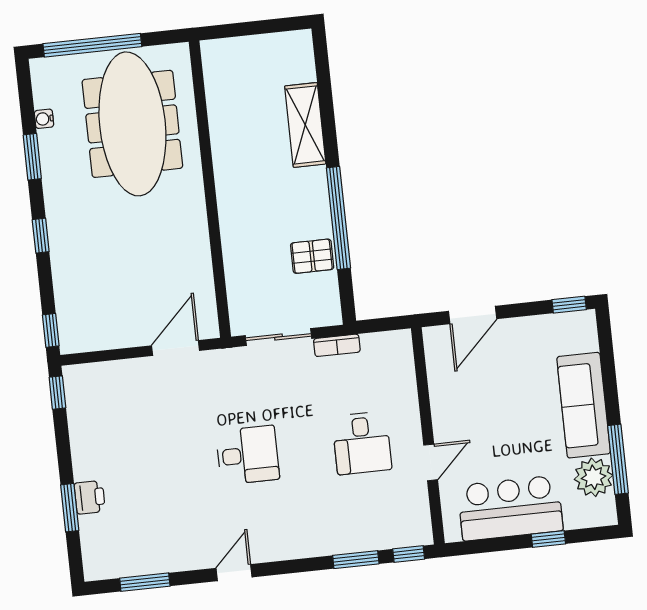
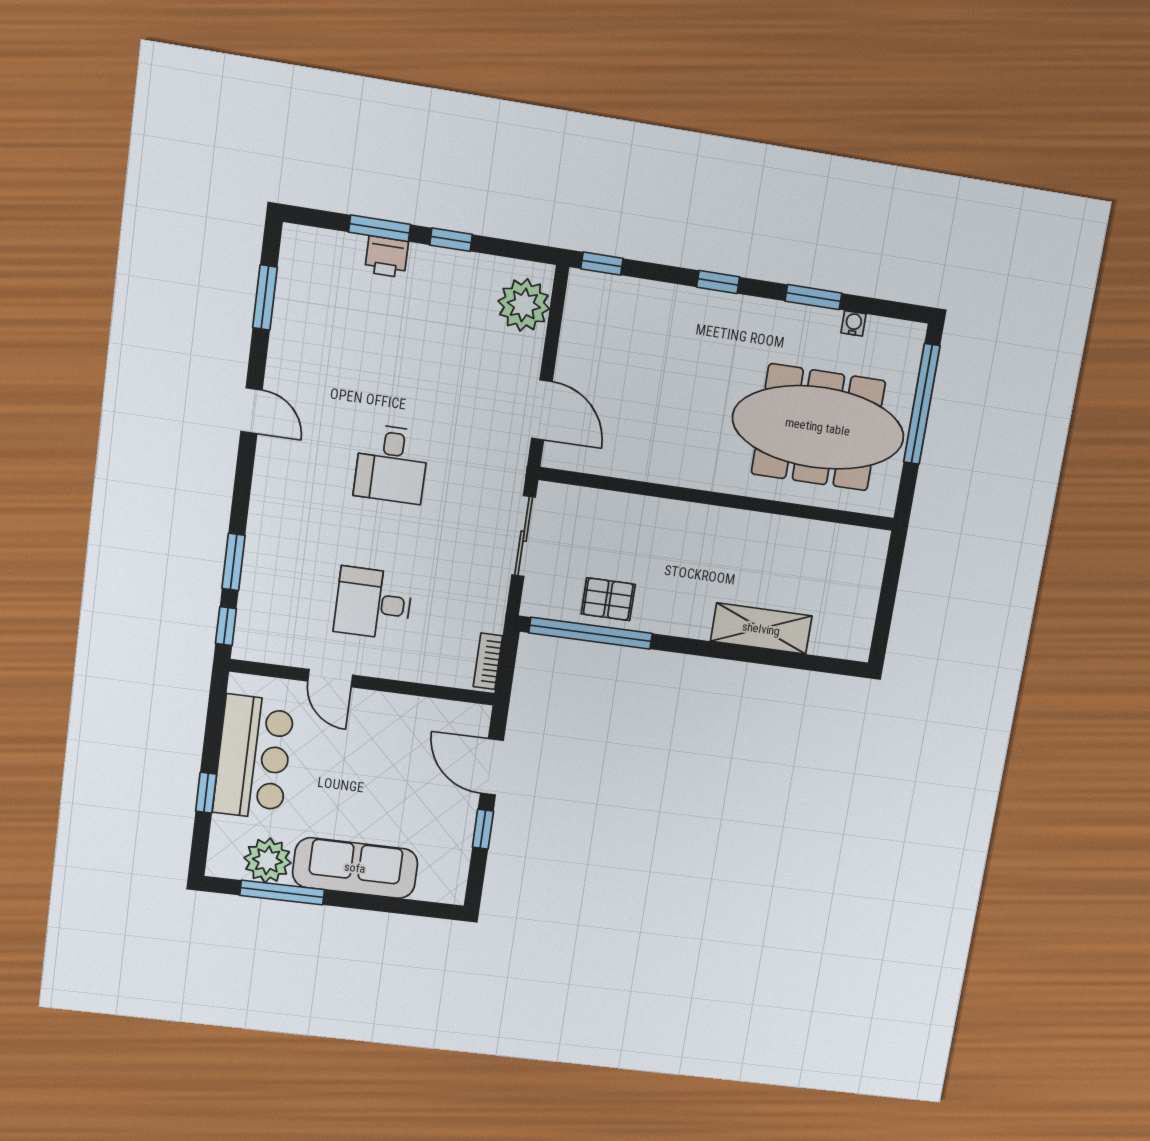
window: (338, 218) -> (591, 633), moved
pallet: (312, 256) -> (608, 599), turned 90
window: (569, 305) -> (483, 829), moved
bookcase: (337, 345) -> (488, 661), moved
plant: (98, 383) -> (524, 305), added
window: (57, 393) -> (451, 240), moved

